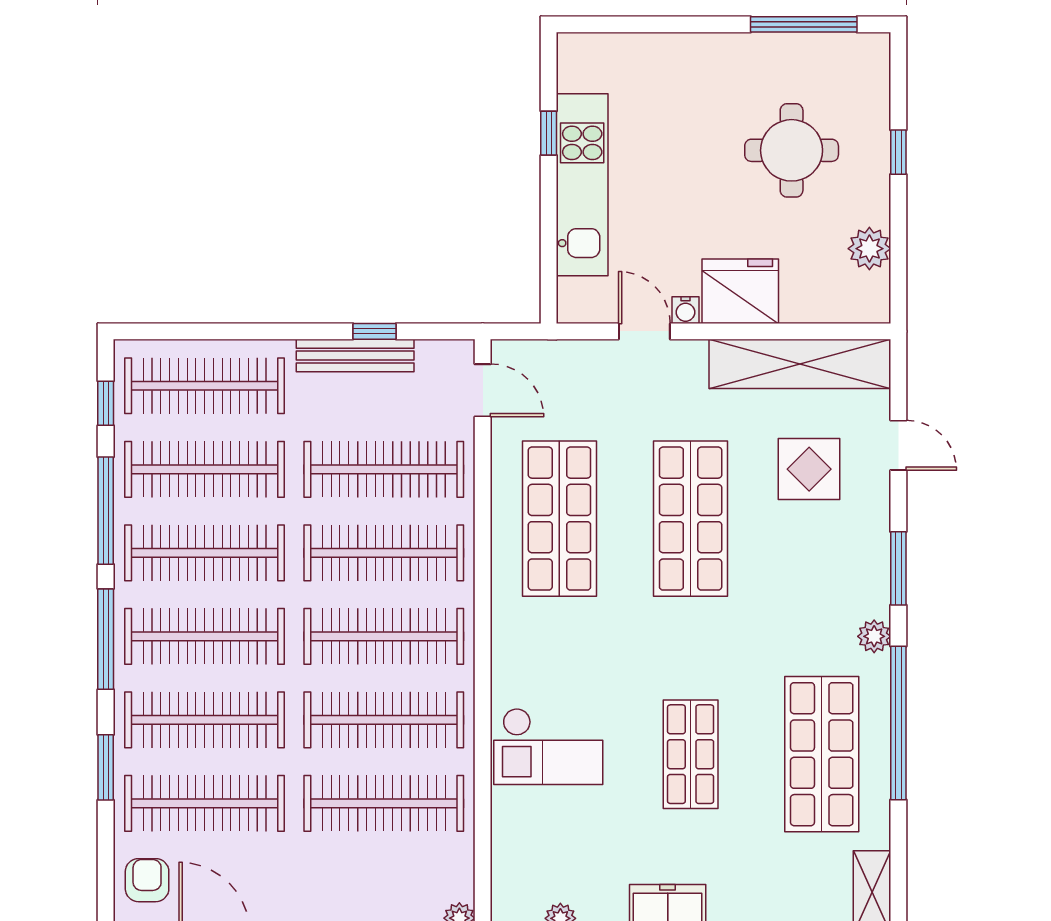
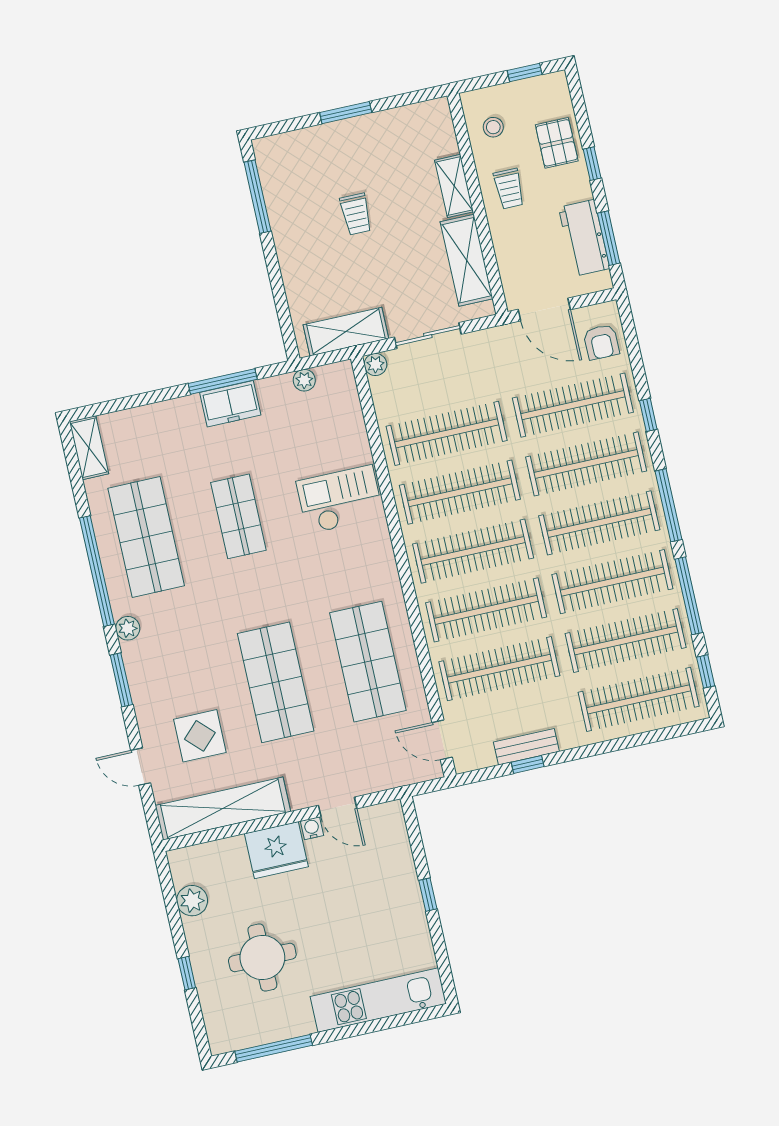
window: (549, 133) -> (428, 895), moved
kitchen unit: (582, 185) -> (378, 1000), moved, turned 90
bench: (355, 356) -> (526, 747), width x0.73
window: (106, 767) -> (648, 415), width x0.67

